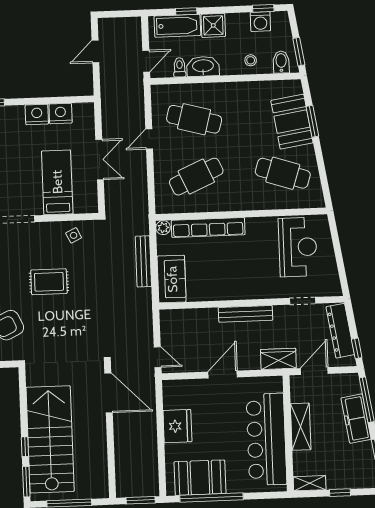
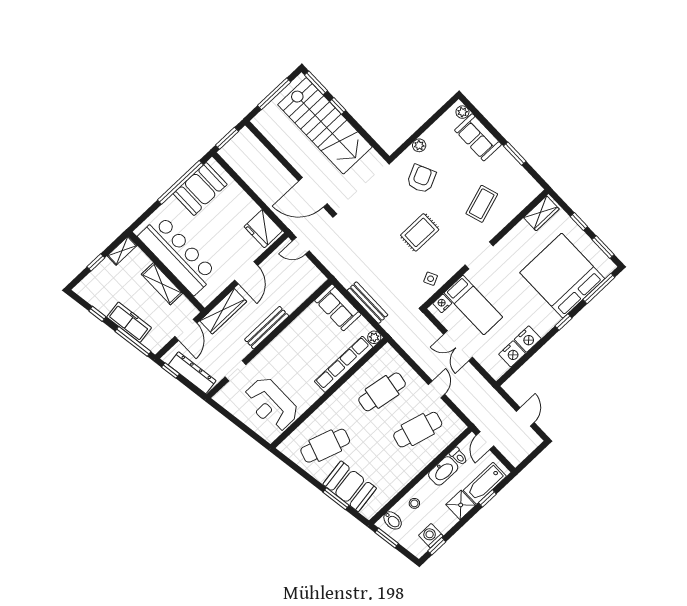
cafe table: (196, 177) -> (382, 392), turned 33
nightstand: (82, 206) -> (442, 303), added
wardrobe: (278, 359) -> (223, 311), width x1.50
fridge: (177, 426) -> (263, 229), moved

